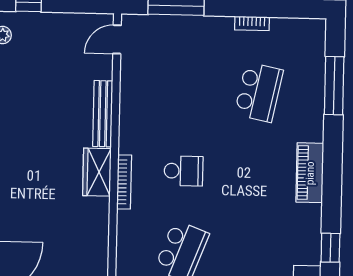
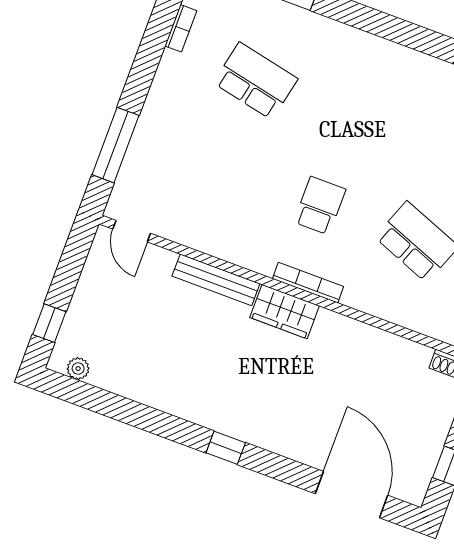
bookcase: (252, 23) -> (181, 28), moved
piano: (310, 173) -> (375, 53), removed

